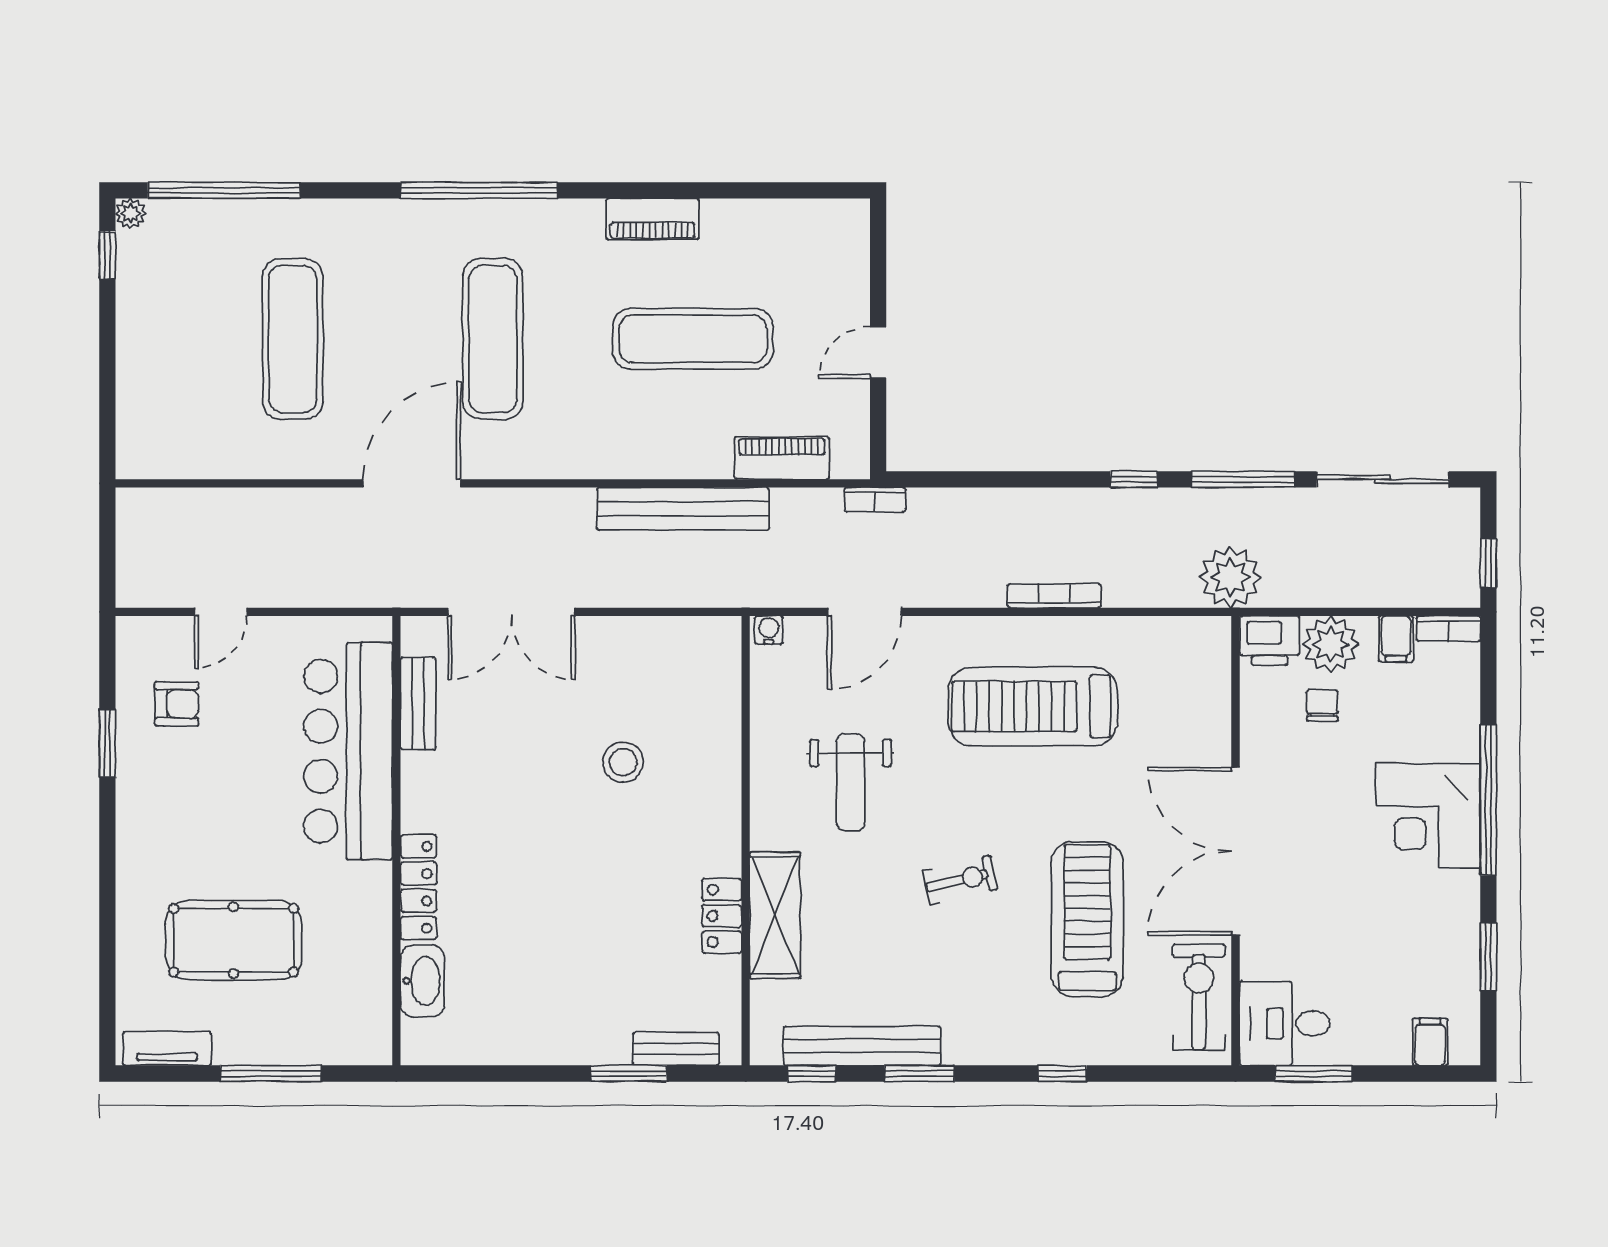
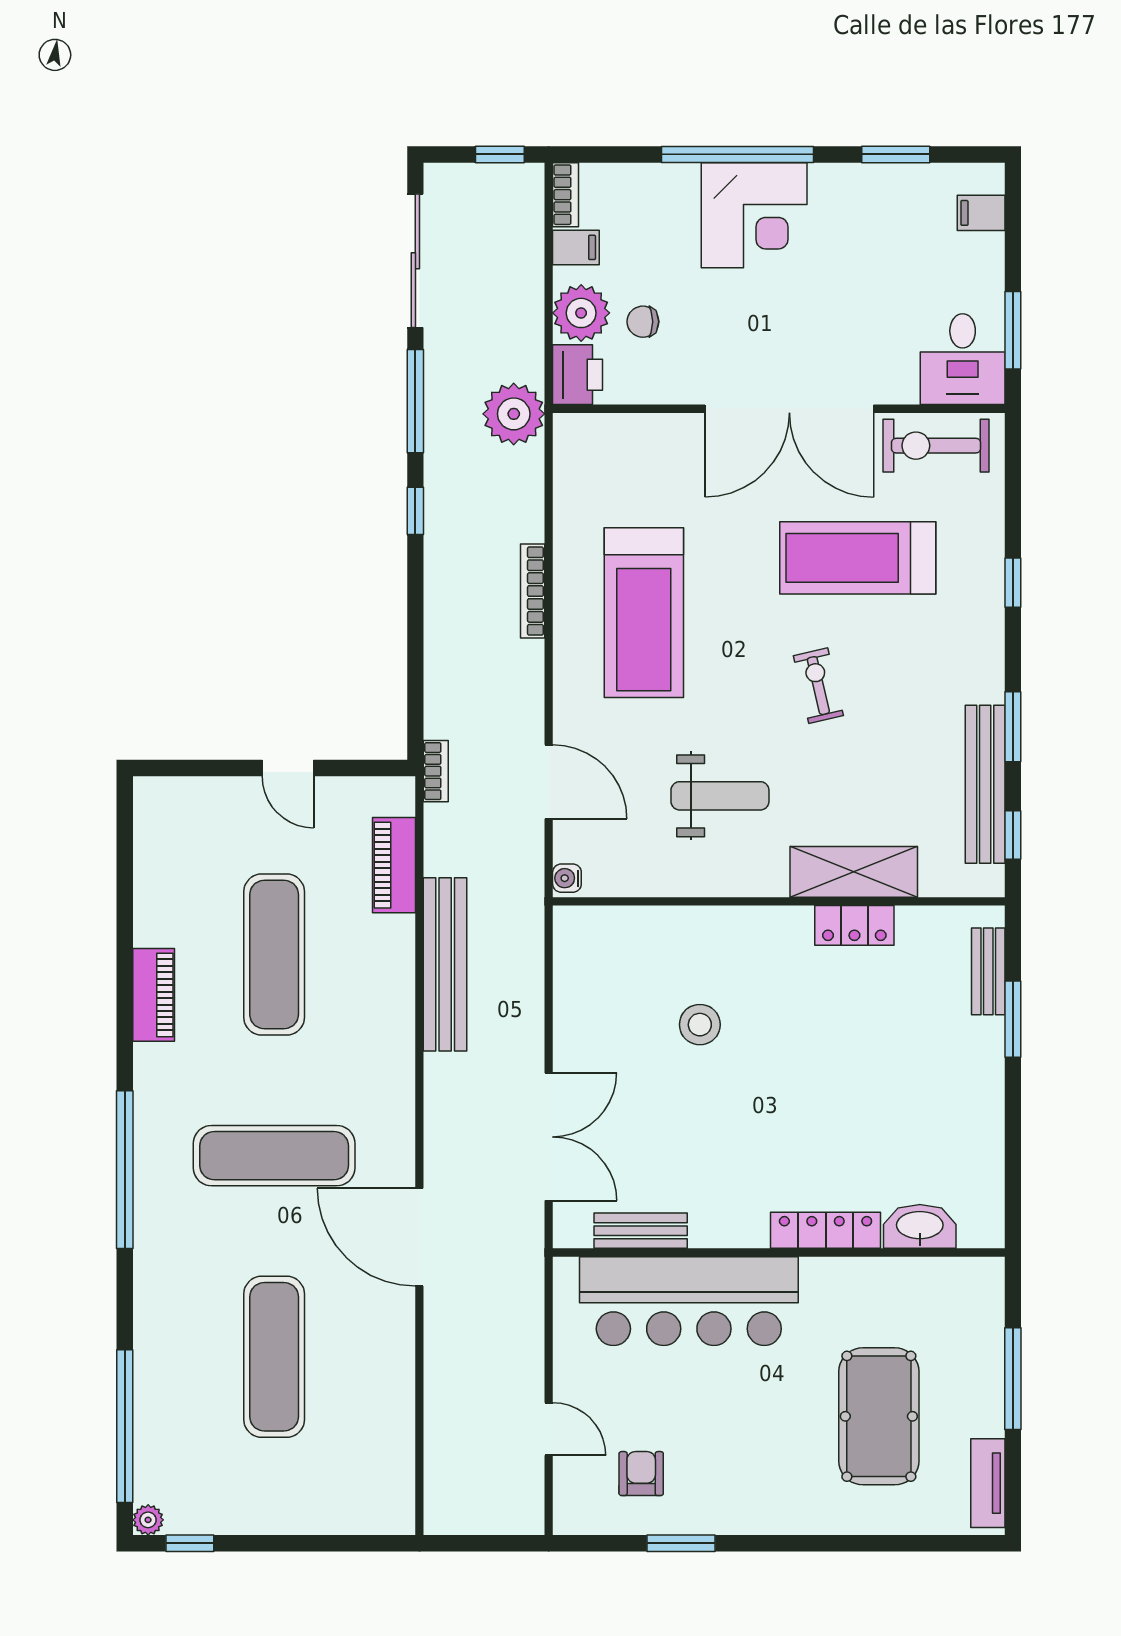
exercise mat: (293, 339) -> (274, 1357), turned 90

